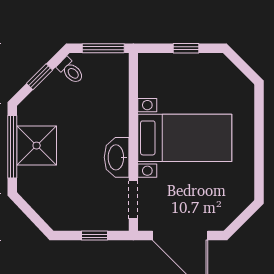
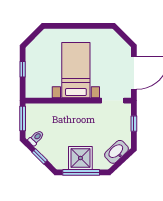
washbasin: (117, 157) -> (116, 152), moved, turned 137

